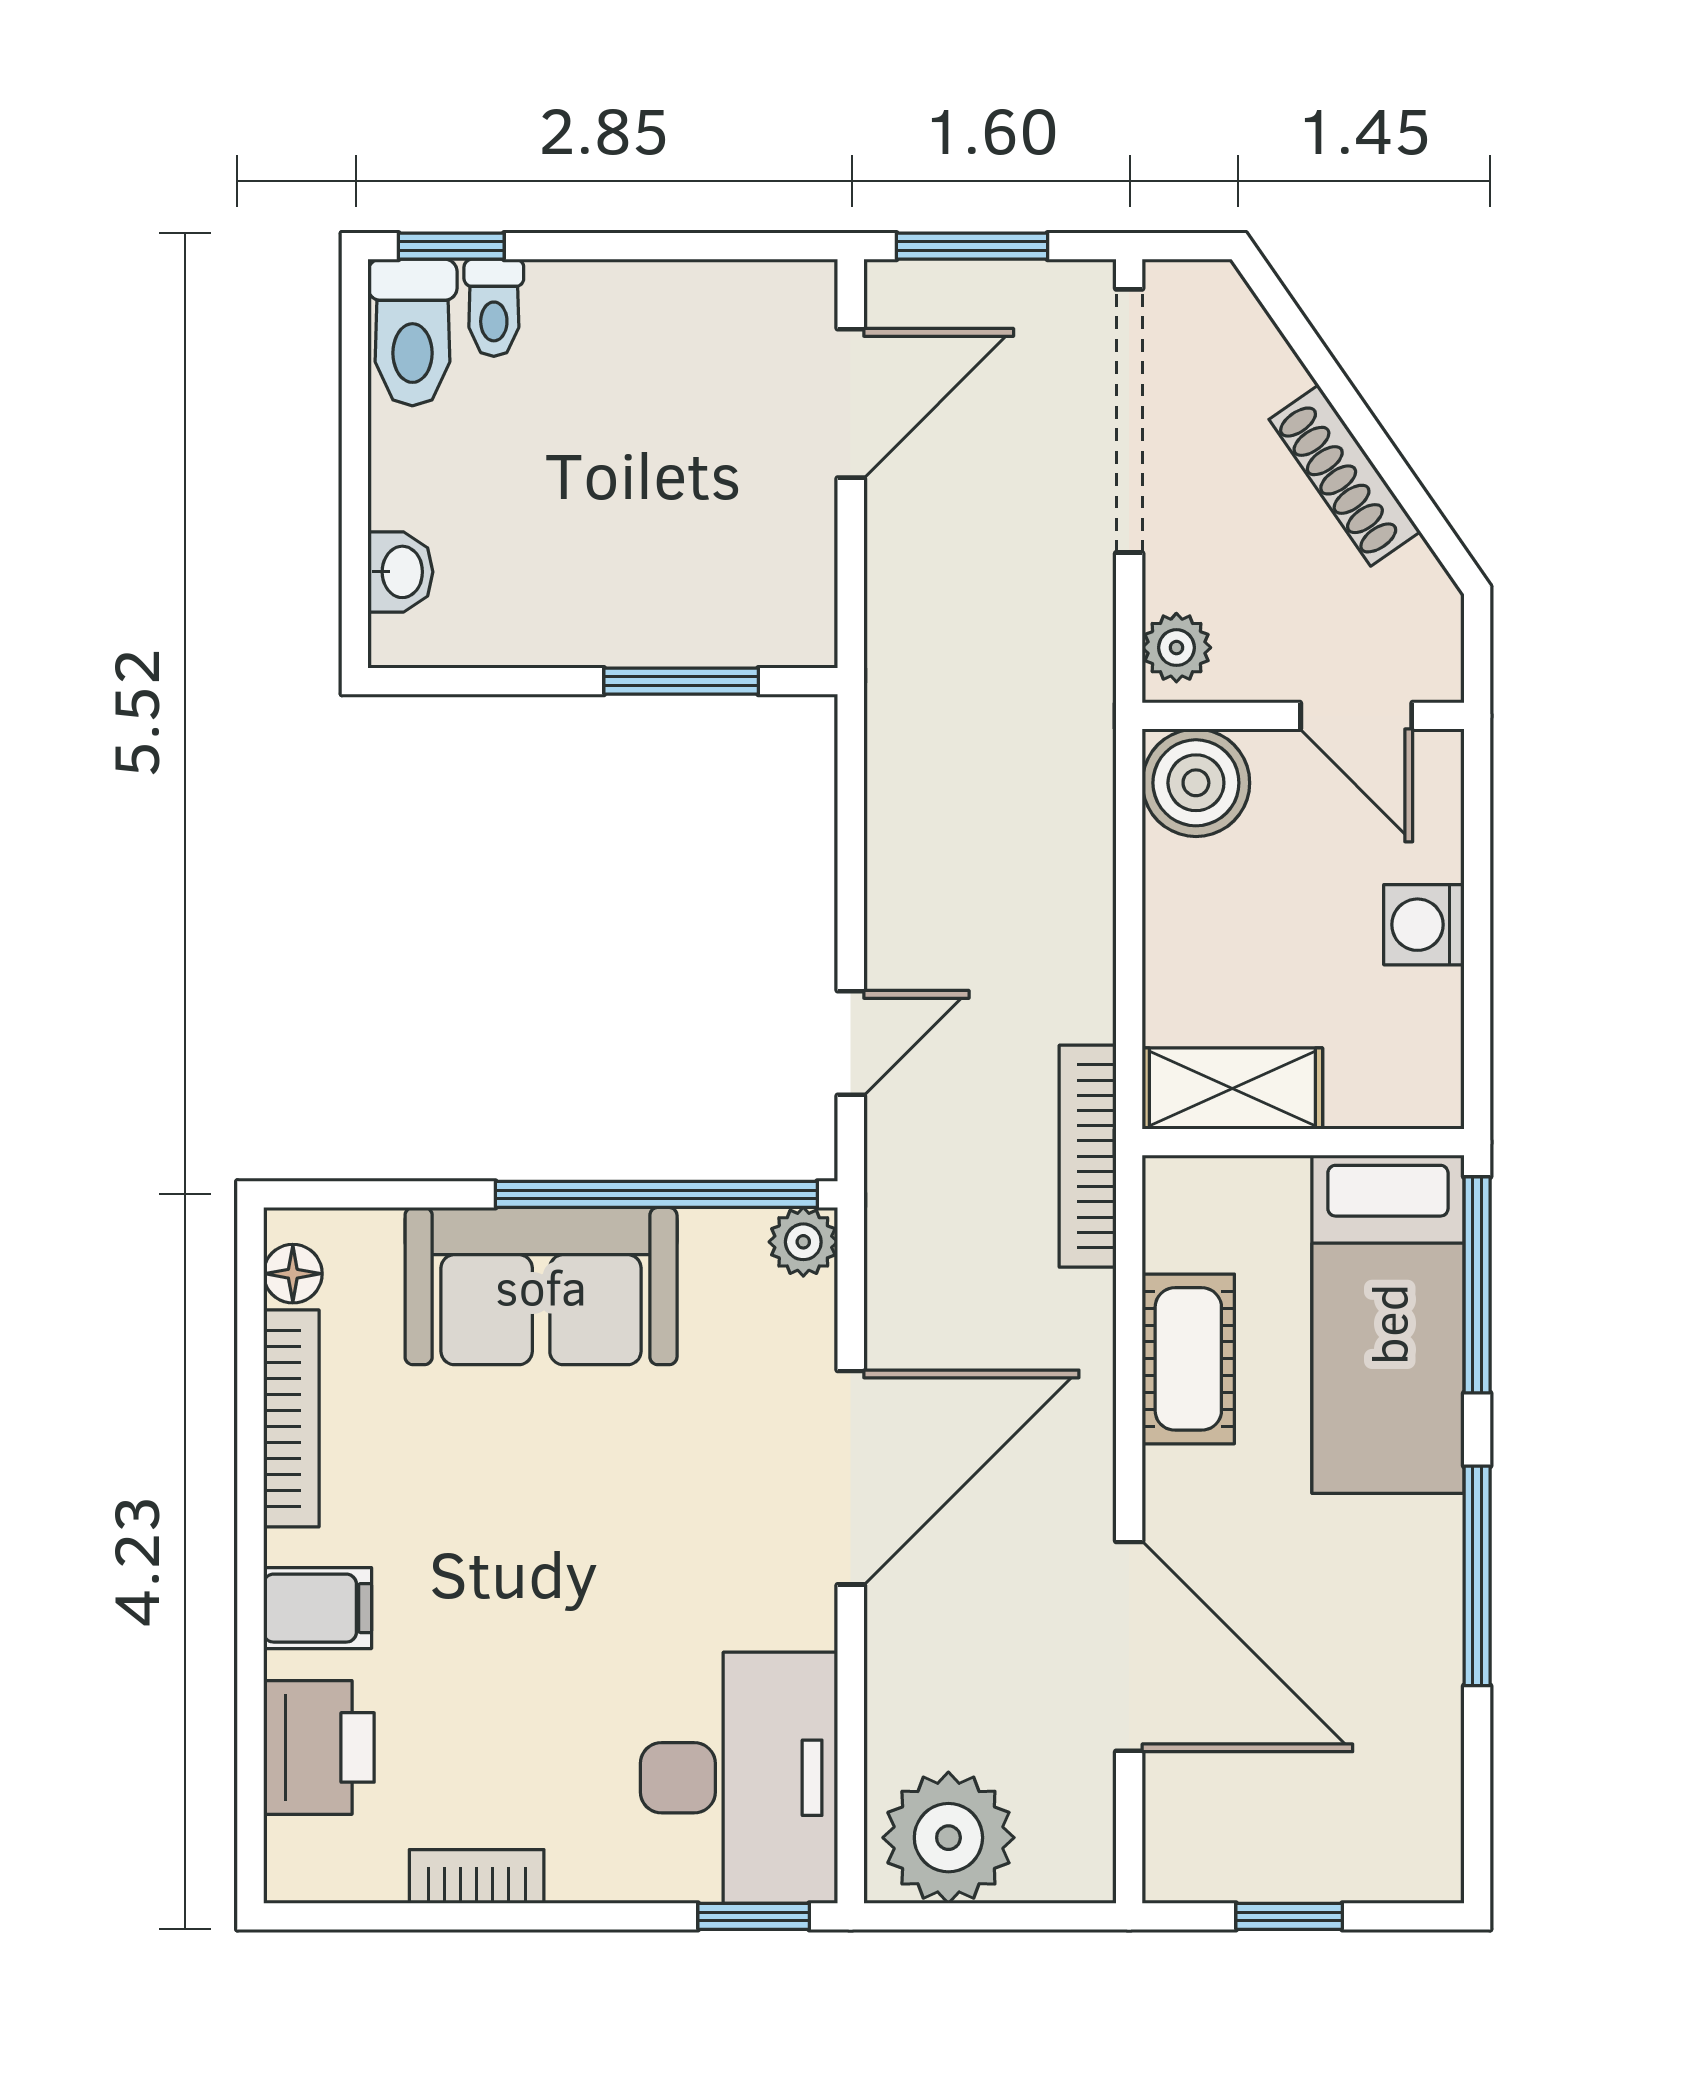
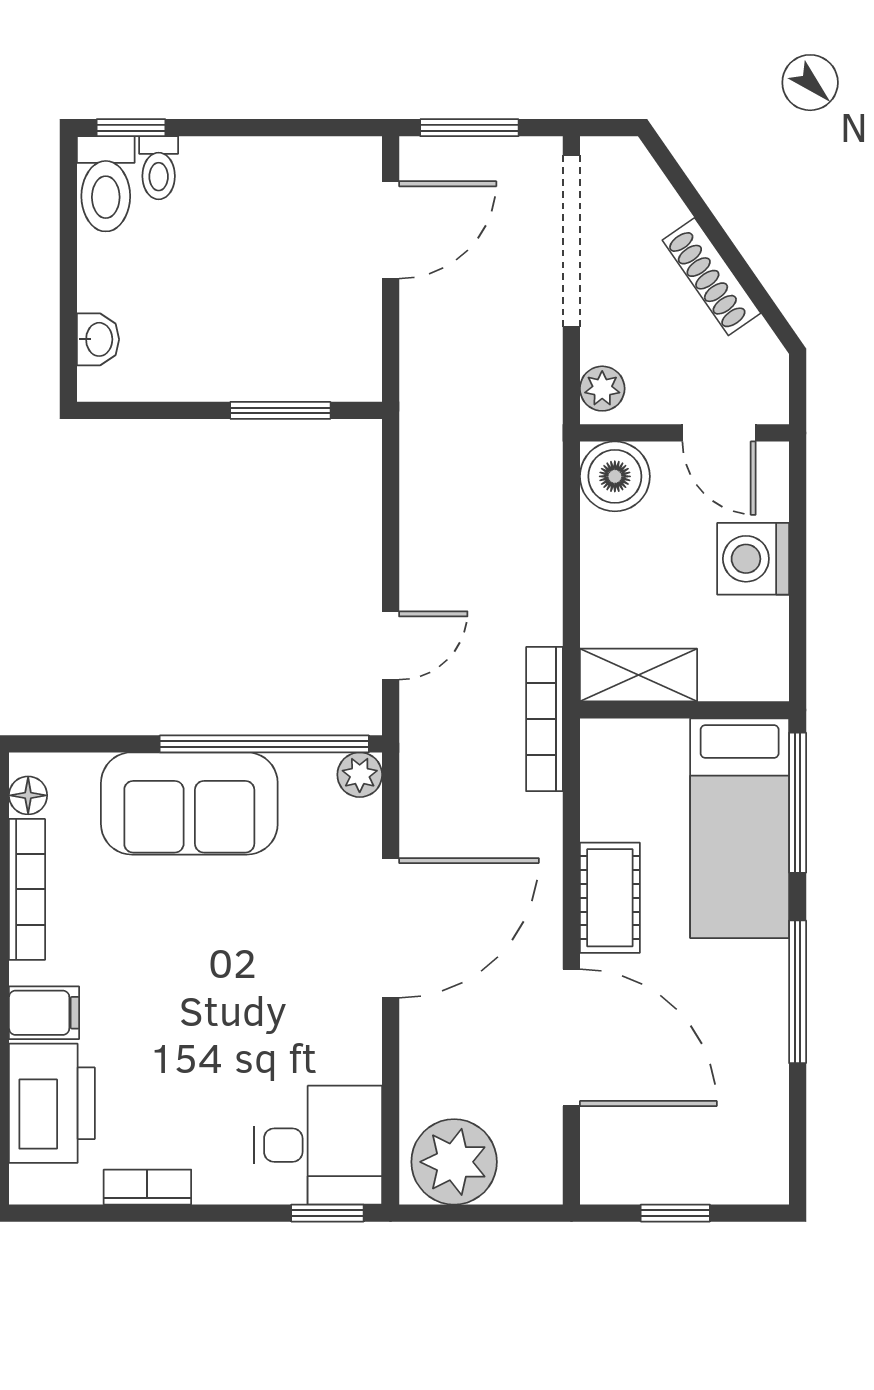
washing machine: (1424, 925) -> (753, 559), width x1.38, depth x1.38
cot: (1188, 1359) -> (610, 898), moved
printer: (319, 1747) -> (52, 1103), width x1.37, depth x1.19
desk: (739, 1778) -> (318, 1145), width x0.73

